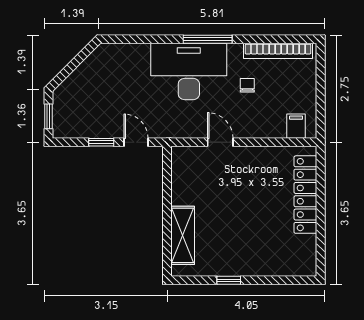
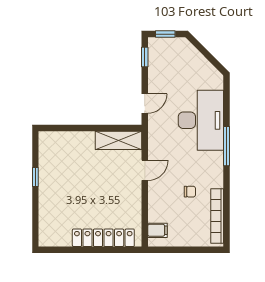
window: (208, 39) -> (226, 146), moved
desk: (189, 71) -> (201, 120), moved
window: (101, 142) -> (145, 57), moved
shelving: (183, 235) -> (119, 140), moved

